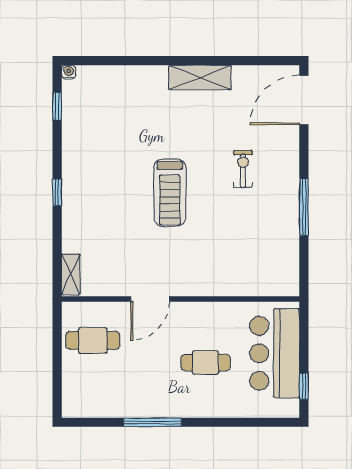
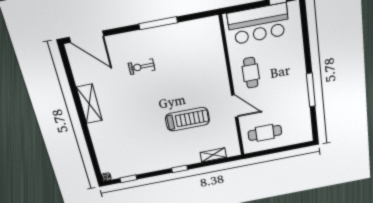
treadmill: (170, 193) -> (187, 119), moved
shelving: (71, 275) -> (213, 155), moved
cafe table: (93, 340) -> (265, 133), turned 90
cafe table: (206, 363) -> (251, 73), moved

